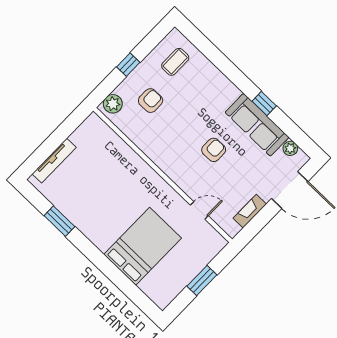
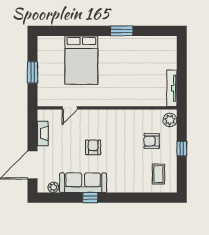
armchair: (151, 101) -> (152, 141), turned 90
armchair: (214, 150) -> (93, 147), turned 180
tv unit: (54, 161) -> (172, 88), moved
window: (59, 221) -> (122, 31), moved

